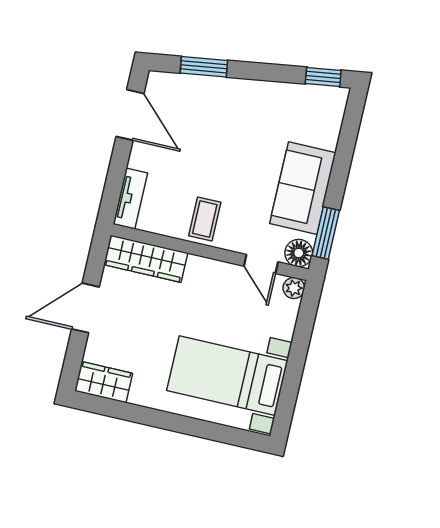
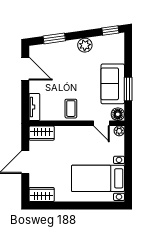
plant: (264, 95) -> (85, 45), added
window: (326, 233) -> (128, 89), moved
wardrobe: (146, 259) -> (42, 133), width x0.67

